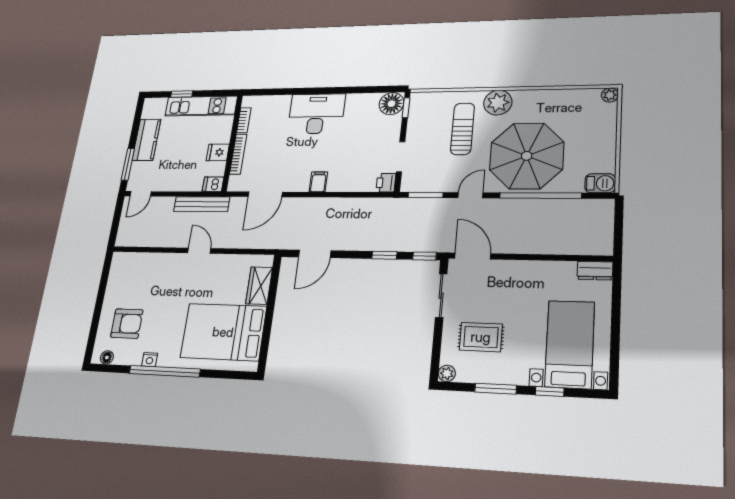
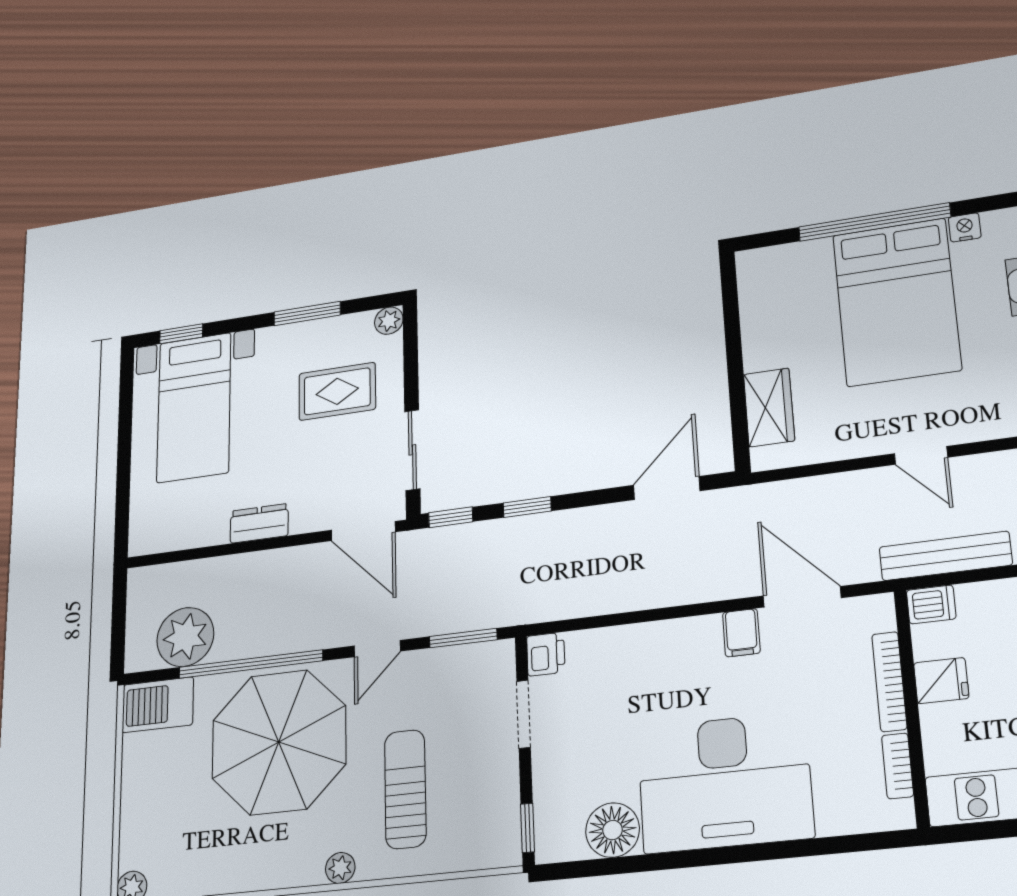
plant: (498, 103) -> (340, 868), width x0.53, depth x0.53
floor lamp: (391, 104) -> (613, 830), moved
desk: (316, 114) -> (725, 782), width x1.36, depth x1.30
sun lounger: (463, 129) -> (405, 789), turned 180
filing cabinet: (318, 182) -> (741, 633), moved
barbecue: (600, 183) -> (158, 705), width x1.38, depth x1.27
door: (265, 194) -> (802, 597), hinge flipped
plant: (578, 214) -> (185, 637), added
dresser: (595, 271) -> (259, 523), moved
bed: (223, 332) -> (896, 302), moved, turned 90
window: (165, 371) -> (874, 222), moved
window: (550, 391) -> (181, 334), moved

